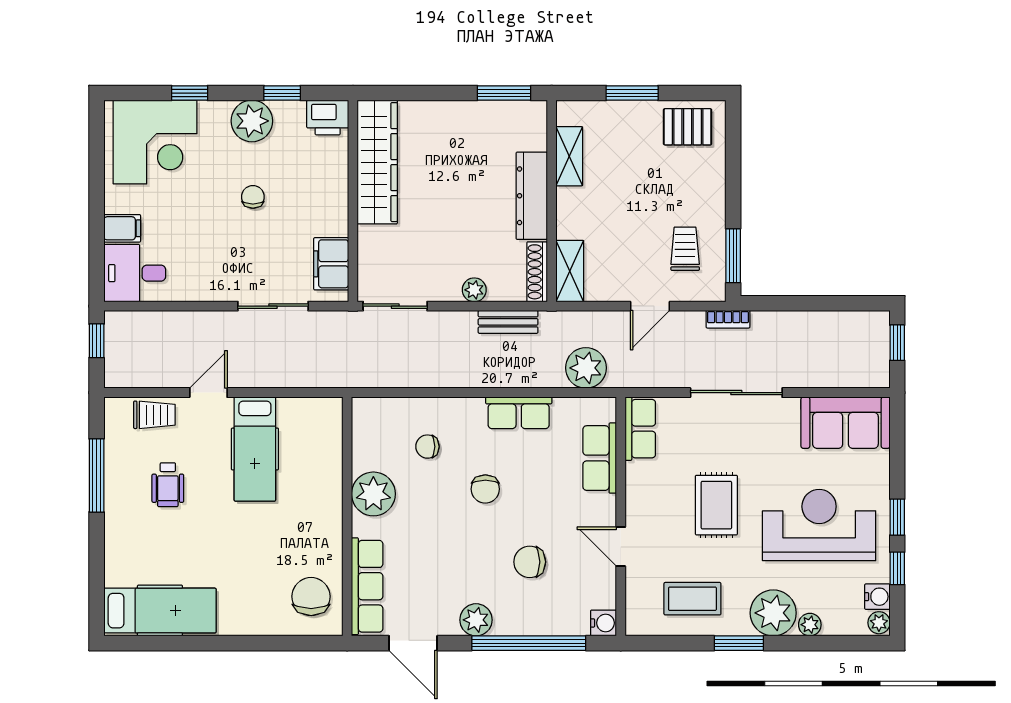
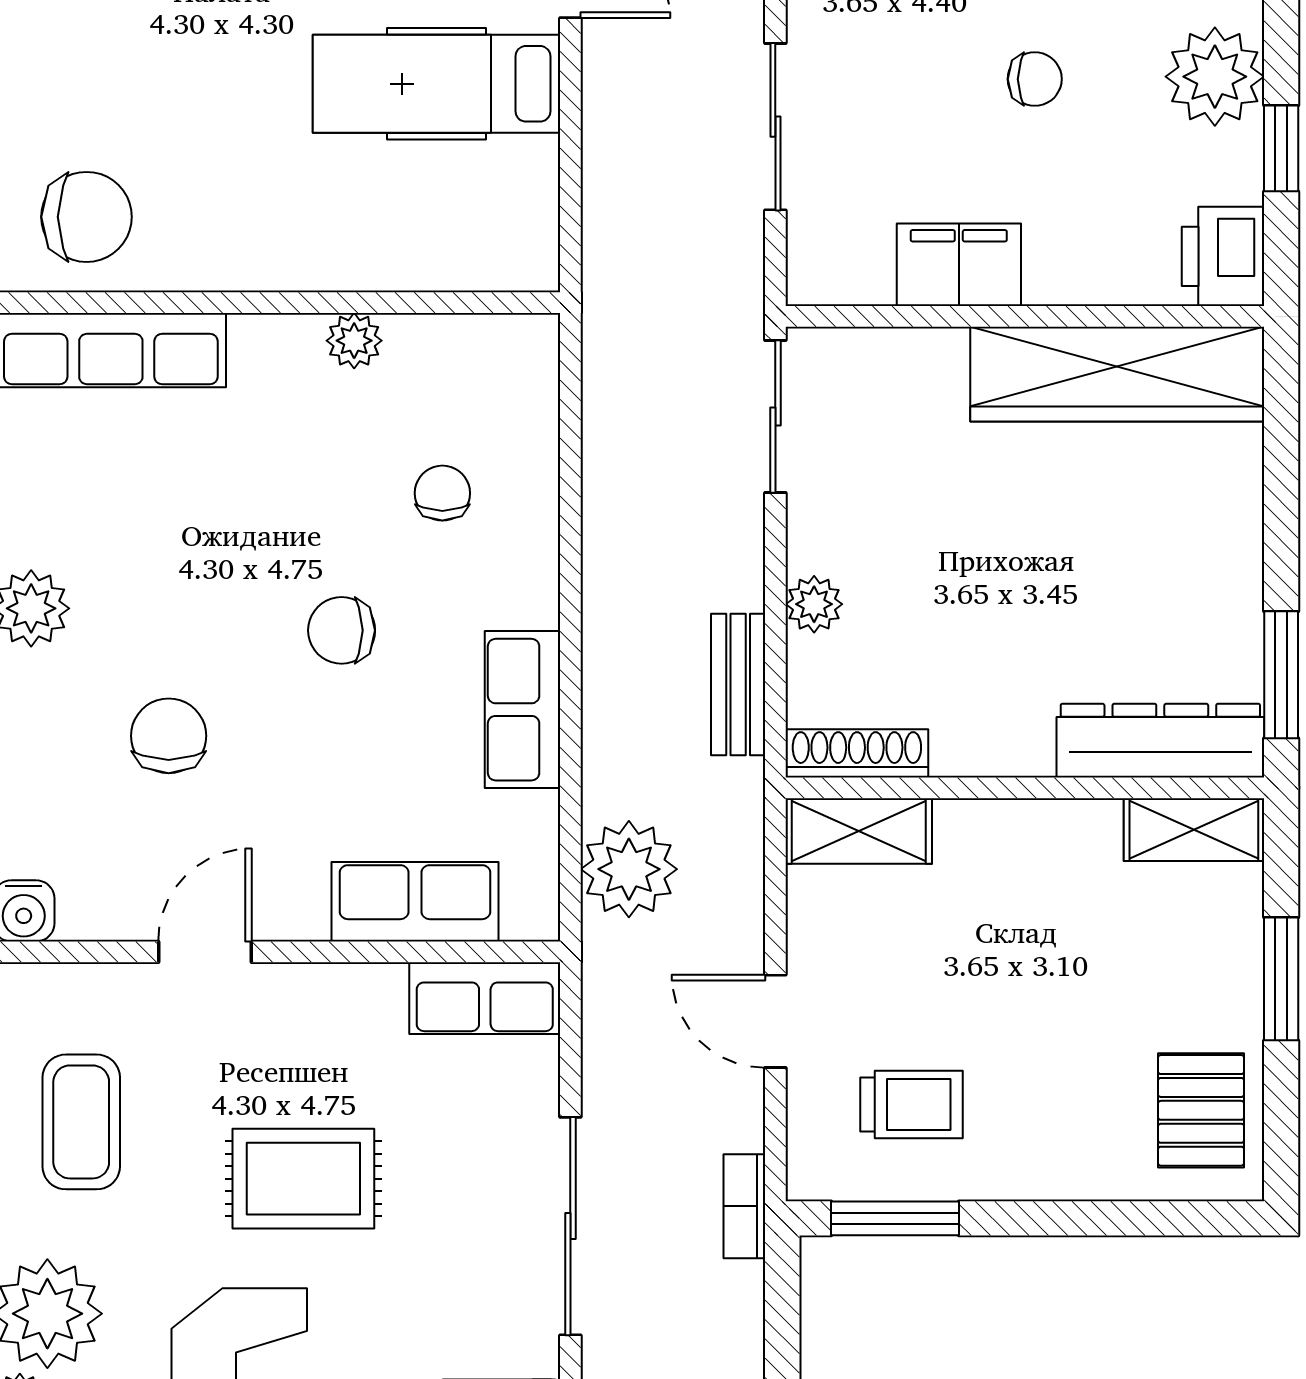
shelving: (569, 156) -> (1194, 830), moved
dresser: (532, 196) -> (1160, 741), moved
filing cabinet: (331, 264) -> (959, 265), moved
plant: (373, 494) -> (354, 341), width x0.53, depth x0.53

